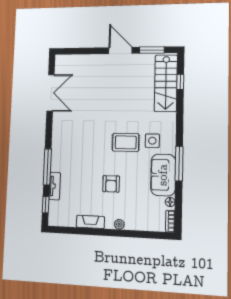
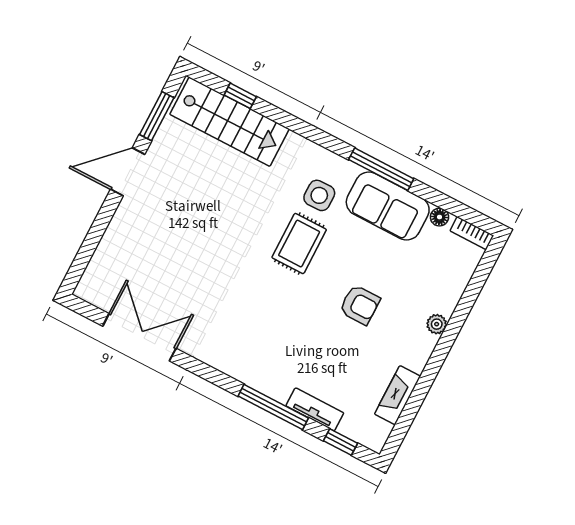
fireplace: (90, 222) -> (398, 395), moved

